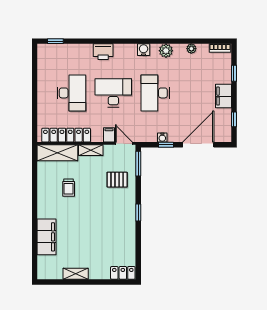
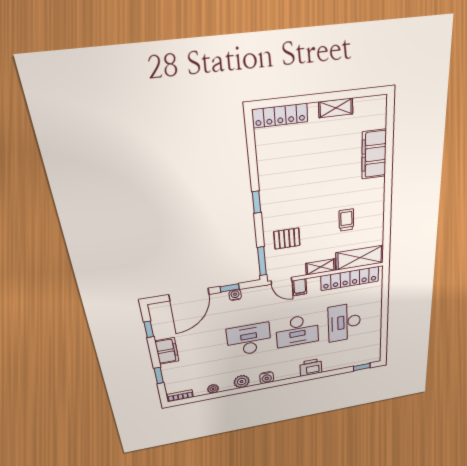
desk: (155, 93) -> (249, 339), turned -90
locker: (123, 273) -> (280, 116), width x1.53

